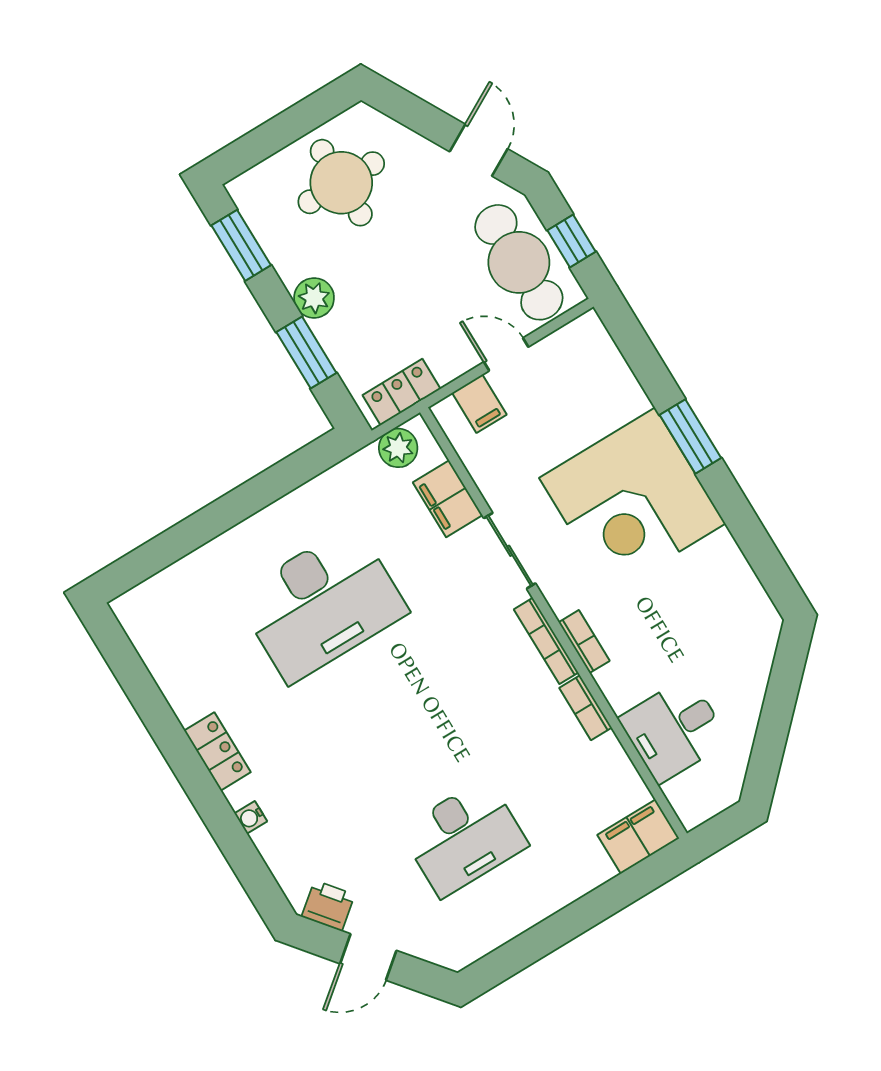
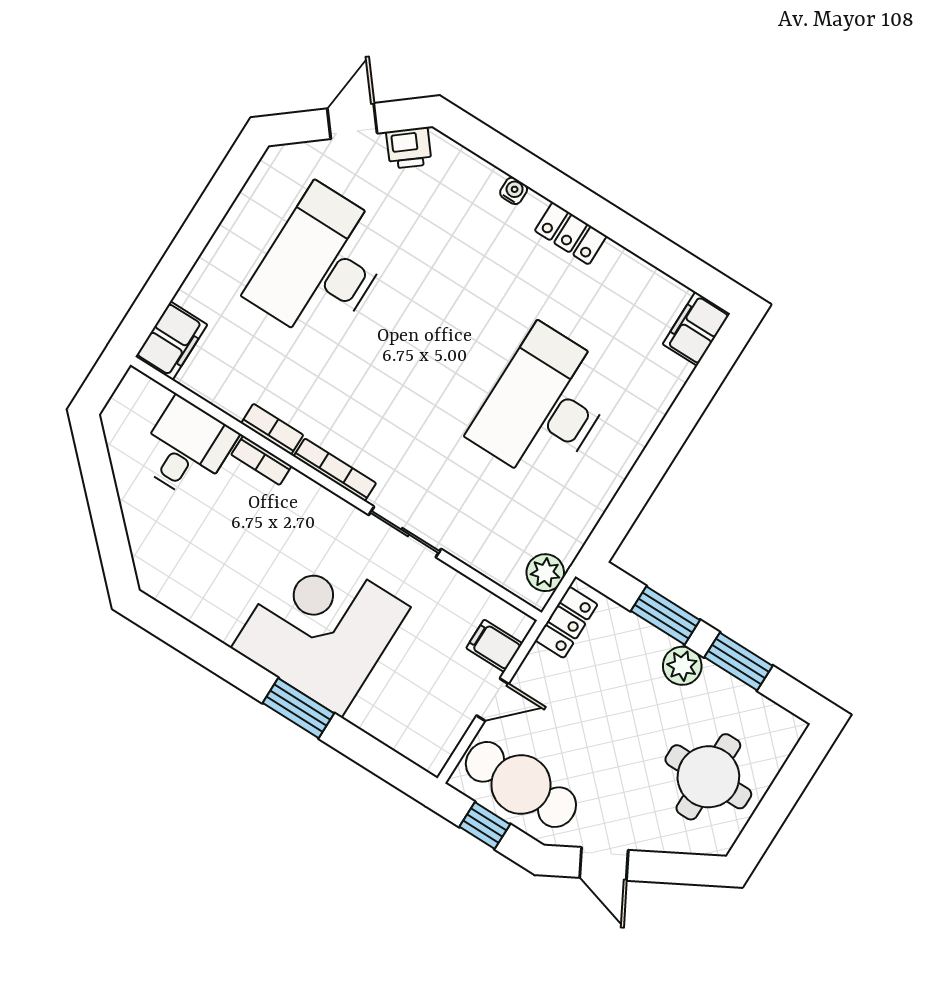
window: (241, 245) -> (739, 661), moved
filing cabinet: (448, 499) -> (696, 329), moved, turned -90
bookcase: (584, 642) -> (261, 460), moved
desk: (464, 838) -> (321, 265), width x1.36, depth x1.30

